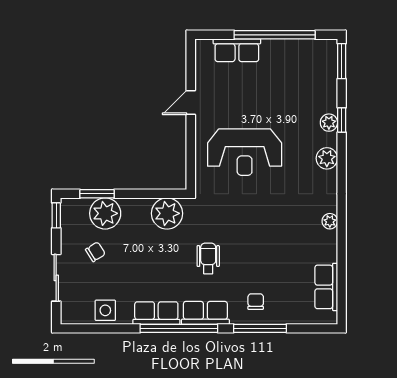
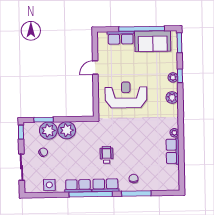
sofa: (294, 57) -> (153, 41), added
reception desk: (245, 152) -> (126, 95), turned 180
plant: (167, 213) -> (67, 130), moved
row of seats: (326, 287) -> (173, 151), moved

